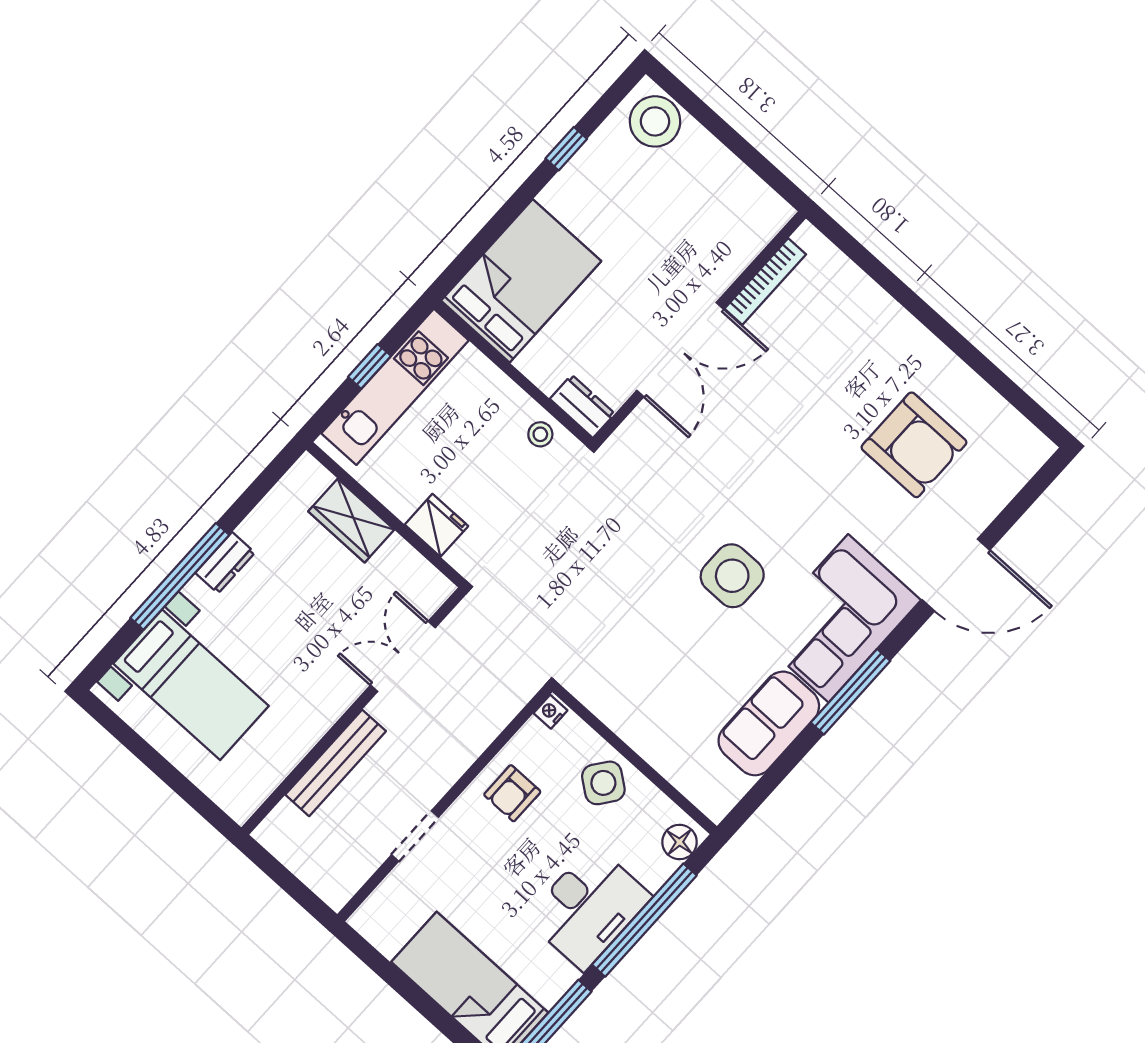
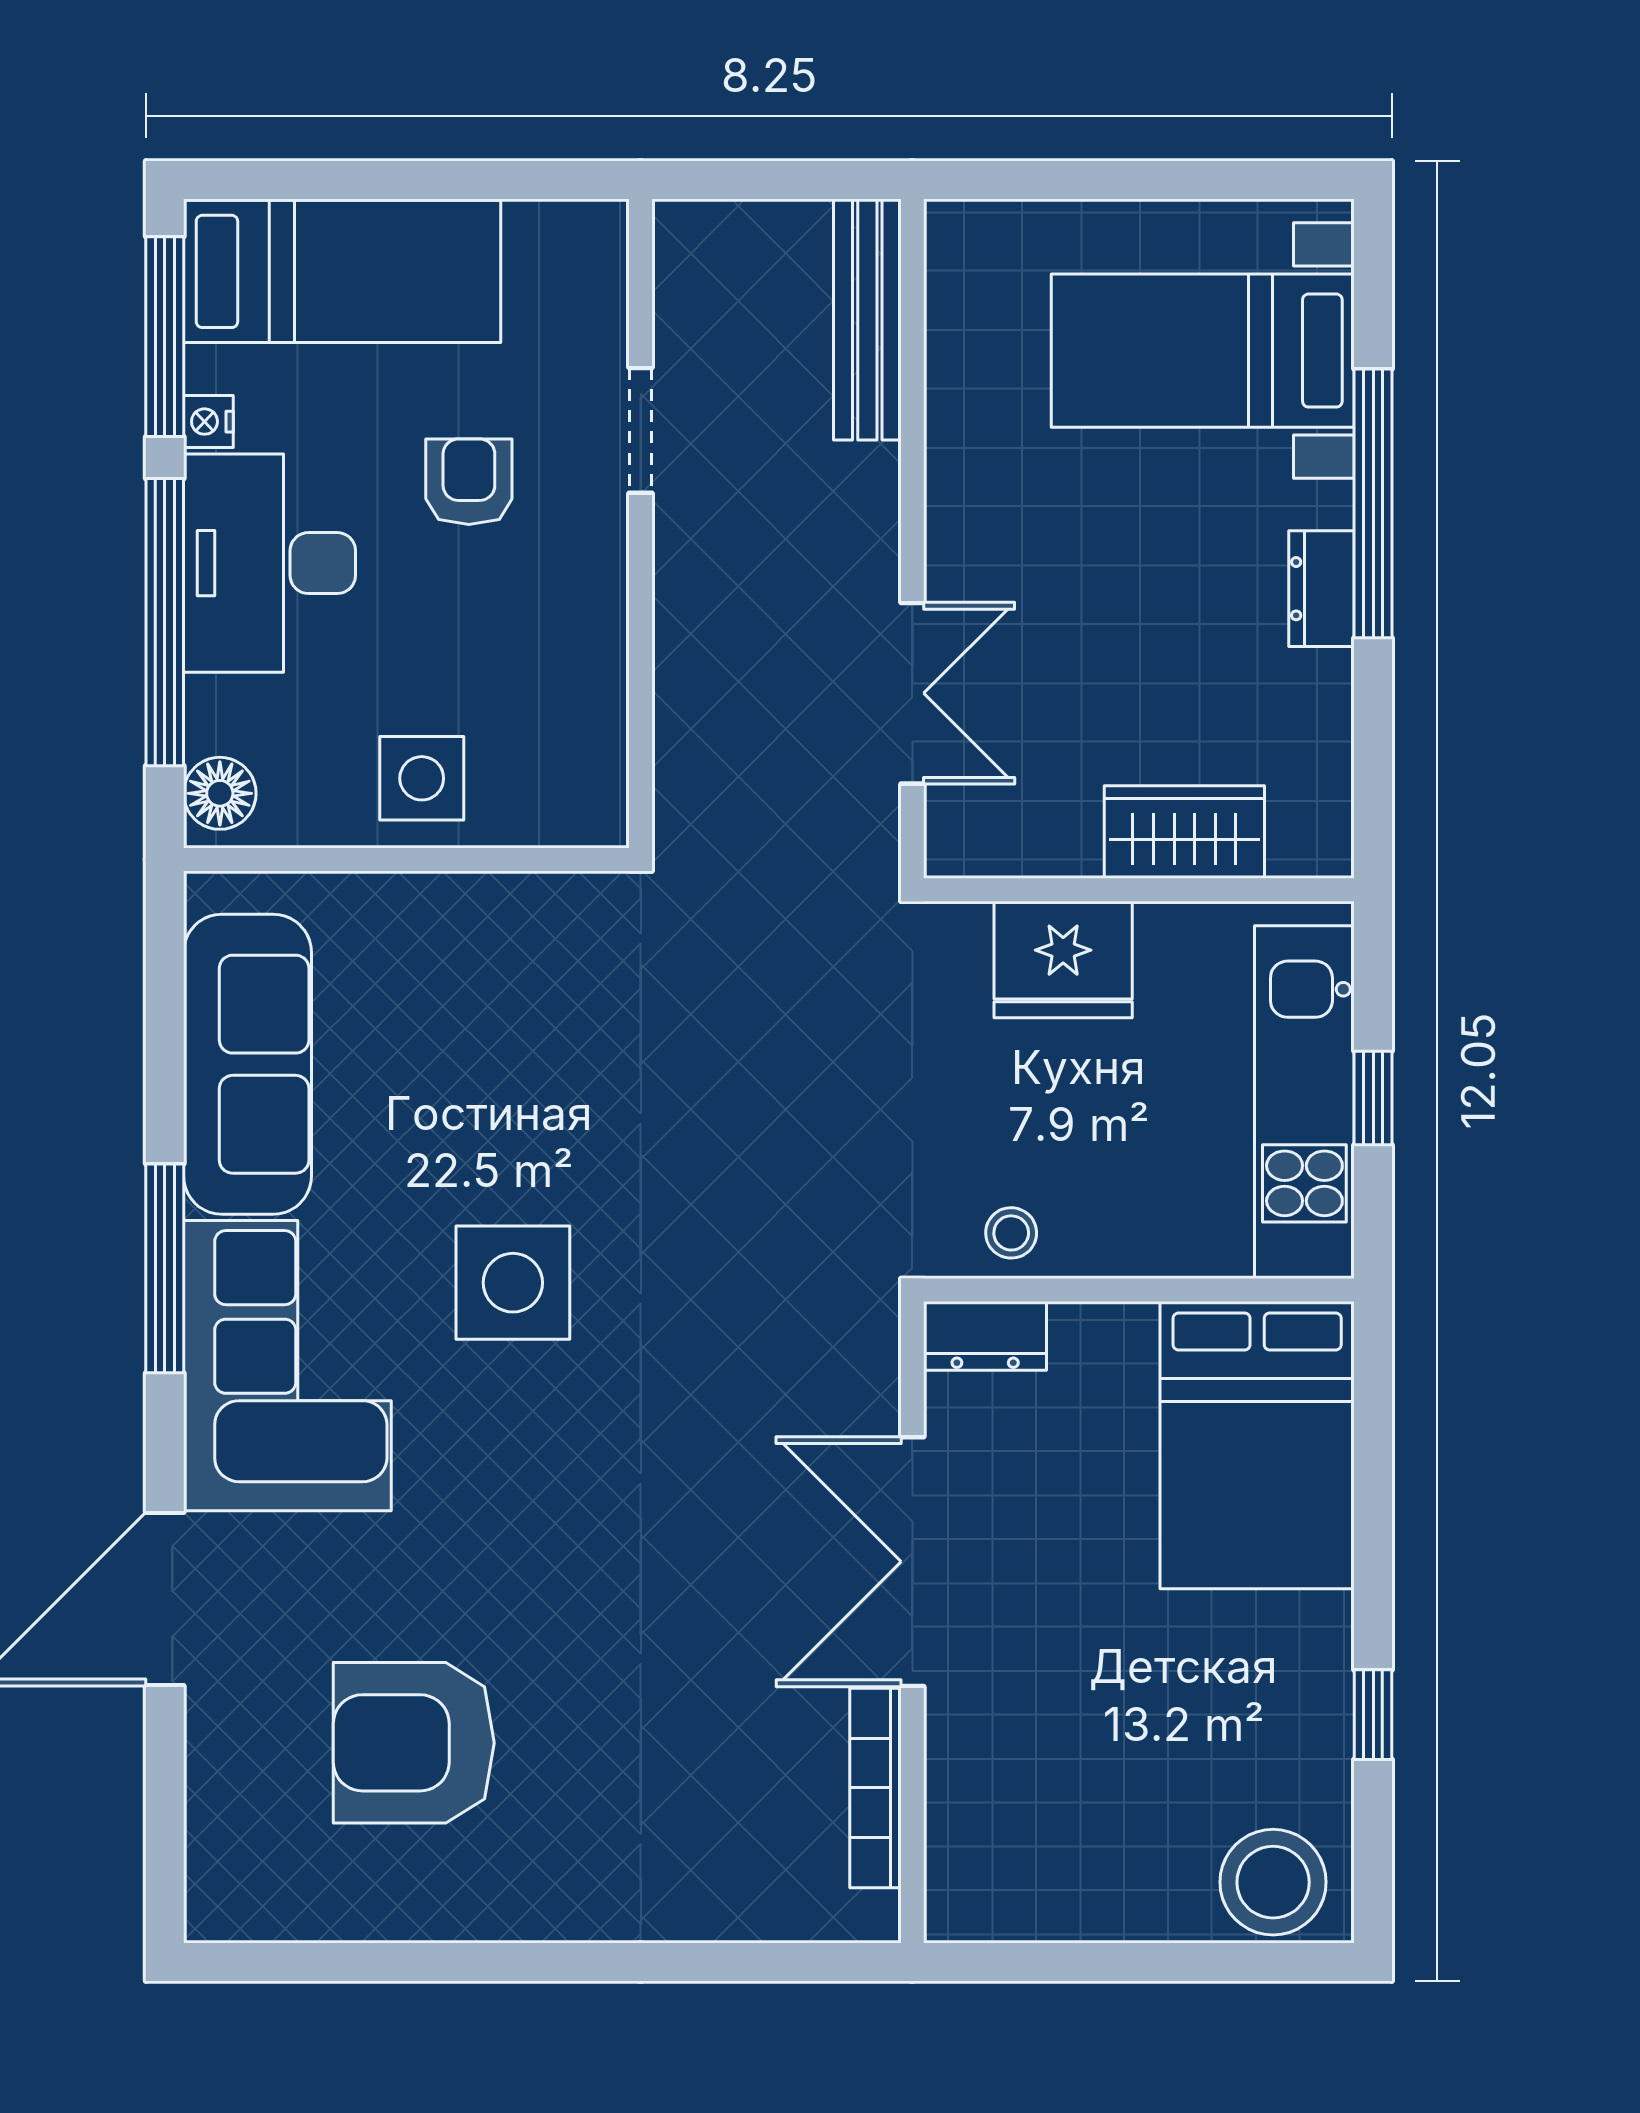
fridge: (436, 525) -> (1063, 959), width x1.36, depth x1.34
nightstand: (551, 712) -> (208, 422), moved, turned 180
sofa: (769, 723) -> (248, 1064), width x1.36
bench: (336, 763) -> (867, 319), moved
side table: (603, 783) -> (422, 778), turned -37
armchair: (512, 793) -> (469, 482), moved

